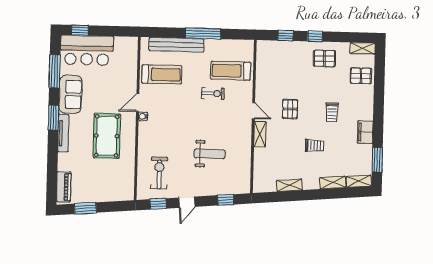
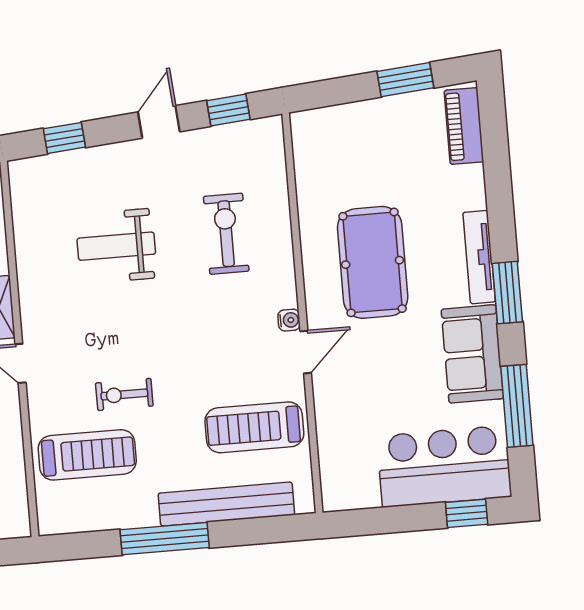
exercise bike: (159, 173) -> (226, 234), moved, turned 180

